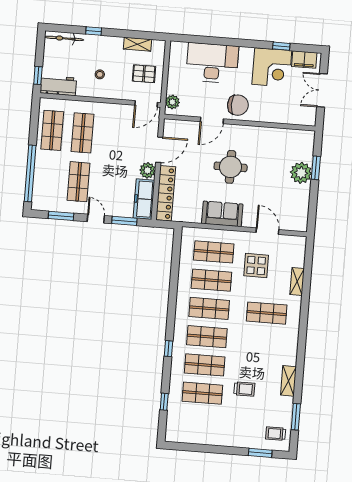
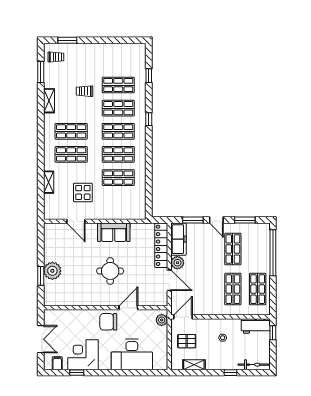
filing cabinet: (304, 60) -> (57, 363), width x0.50
door: (159, 150) -> (169, 280), swing flipped
shop shelf: (214, 252) -> (71, 131), moved

